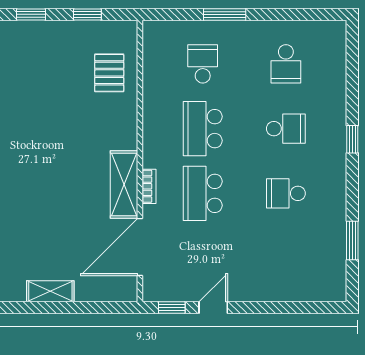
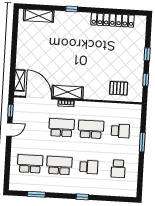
school desk: (286, 64) -> (118, 169), turned -90
school desk: (286, 129) -> (89, 167), turned -90
school desk: (286, 193) -> (59, 165), width x1.85
school desk: (286, 258) -> (30, 164), added
shelving: (50, 291) -> (20, 80), moved
door: (213, 308) -> (9, 130), hinge flipped

